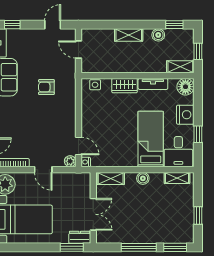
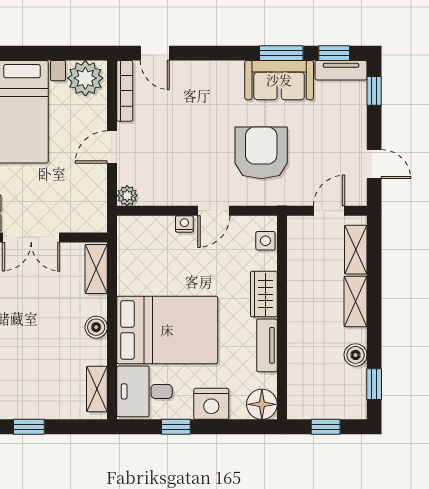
shelving: (180, 67) -> (356, 250), moved
armchair: (46, 87) -> (261, 153), width x1.88, depth x1.88
bed: (151, 139) -> (167, 330), width x1.50
door: (78, 146) -> (214, 211), moved
nightstand: (86, 162) -> (184, 224), moved

